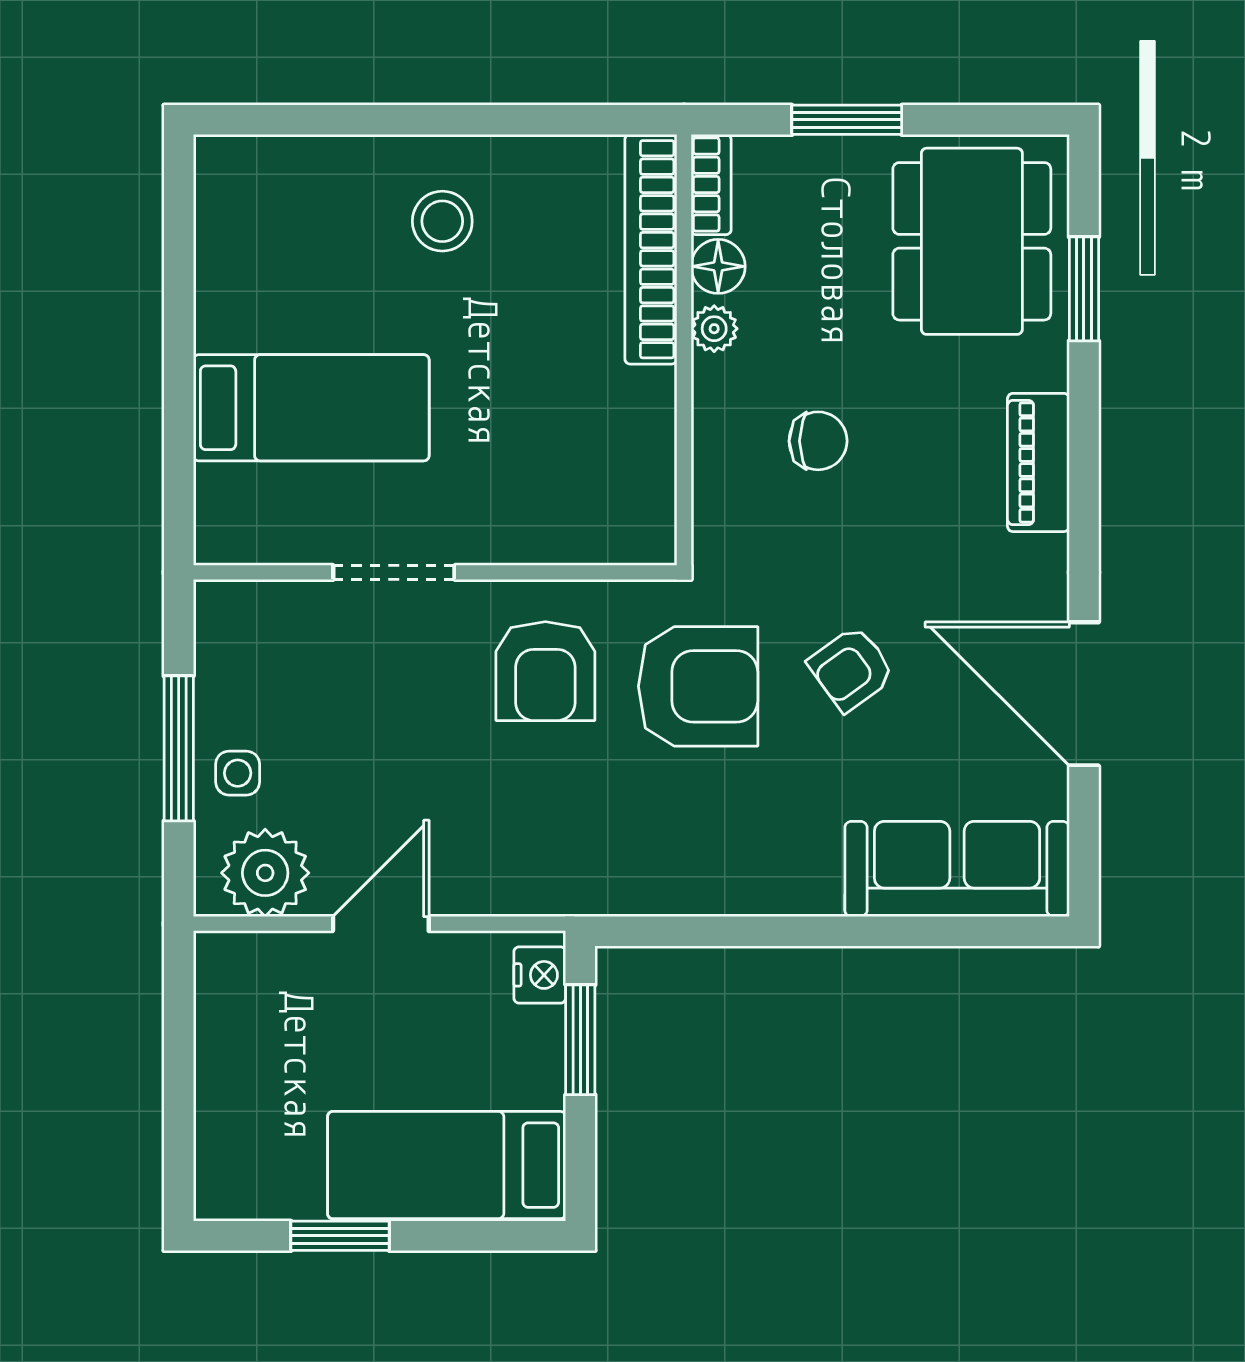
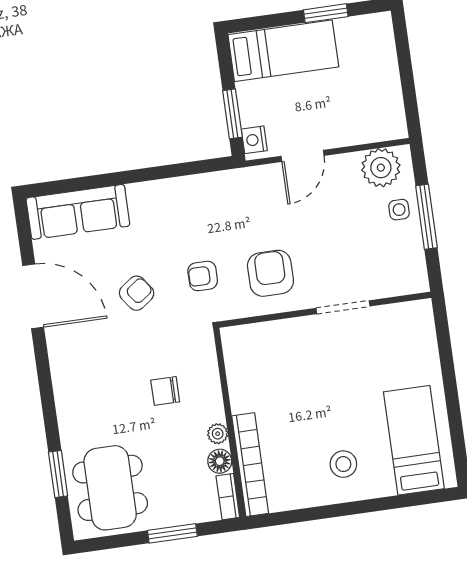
bed: (311, 408) -> (414, 440), moved, turned 90
piano: (1038, 462) -> (67, 395), removed
armchair: (698, 686) -> (203, 276), width x0.53, depth x0.53
door: (381, 924) -> (303, 156), moved

